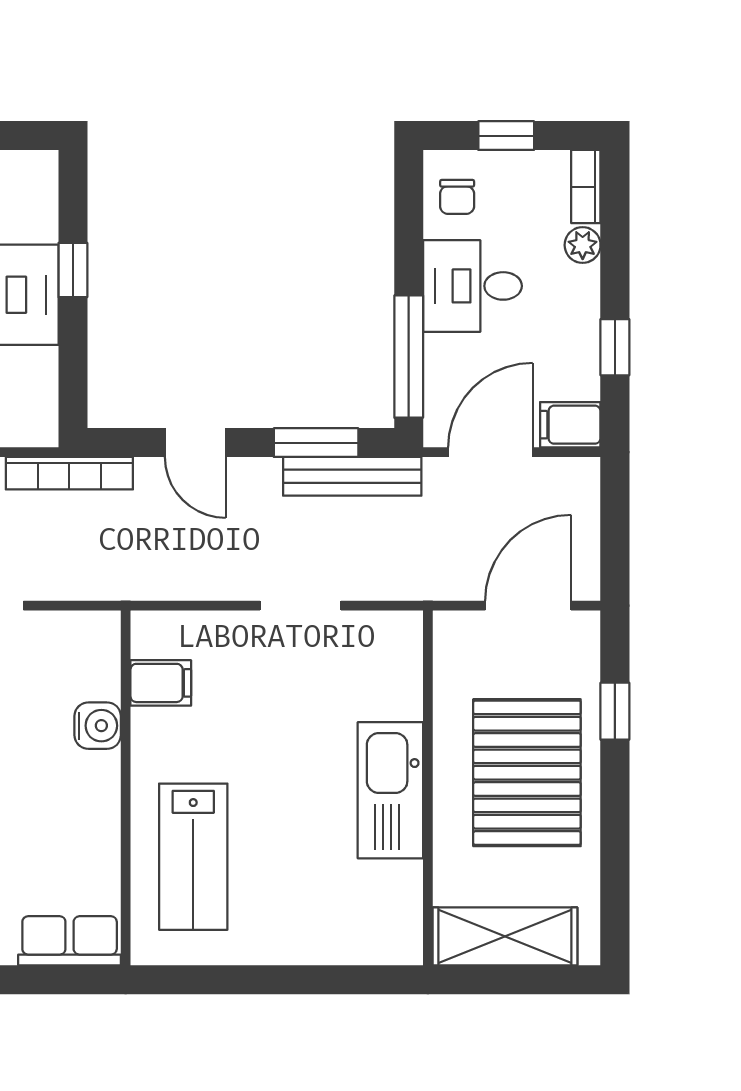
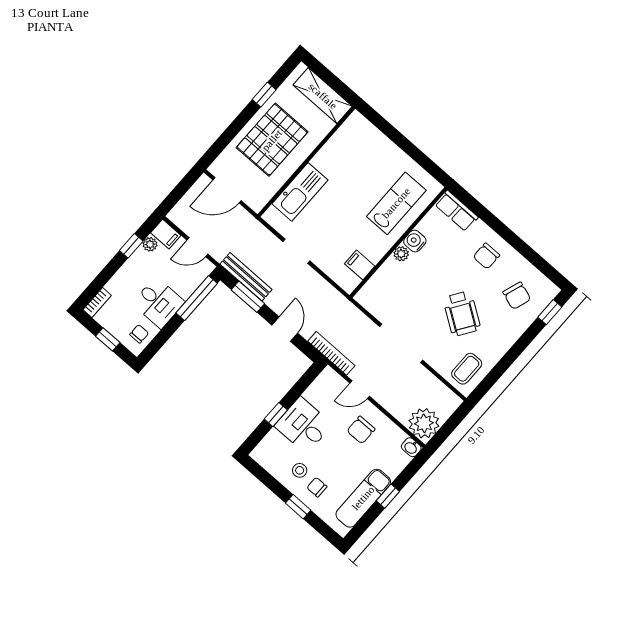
plant: (583, 245) -> (150, 244), moved
door: (490, 452) -> (197, 247), width x0.73
window: (615, 711) -> (264, 95), moved
water cooler: (98, 726) -> (415, 241), moved
plant: (102, 771) -> (401, 254), added
kitchen sink: (390, 790) -> (300, 192), moved

